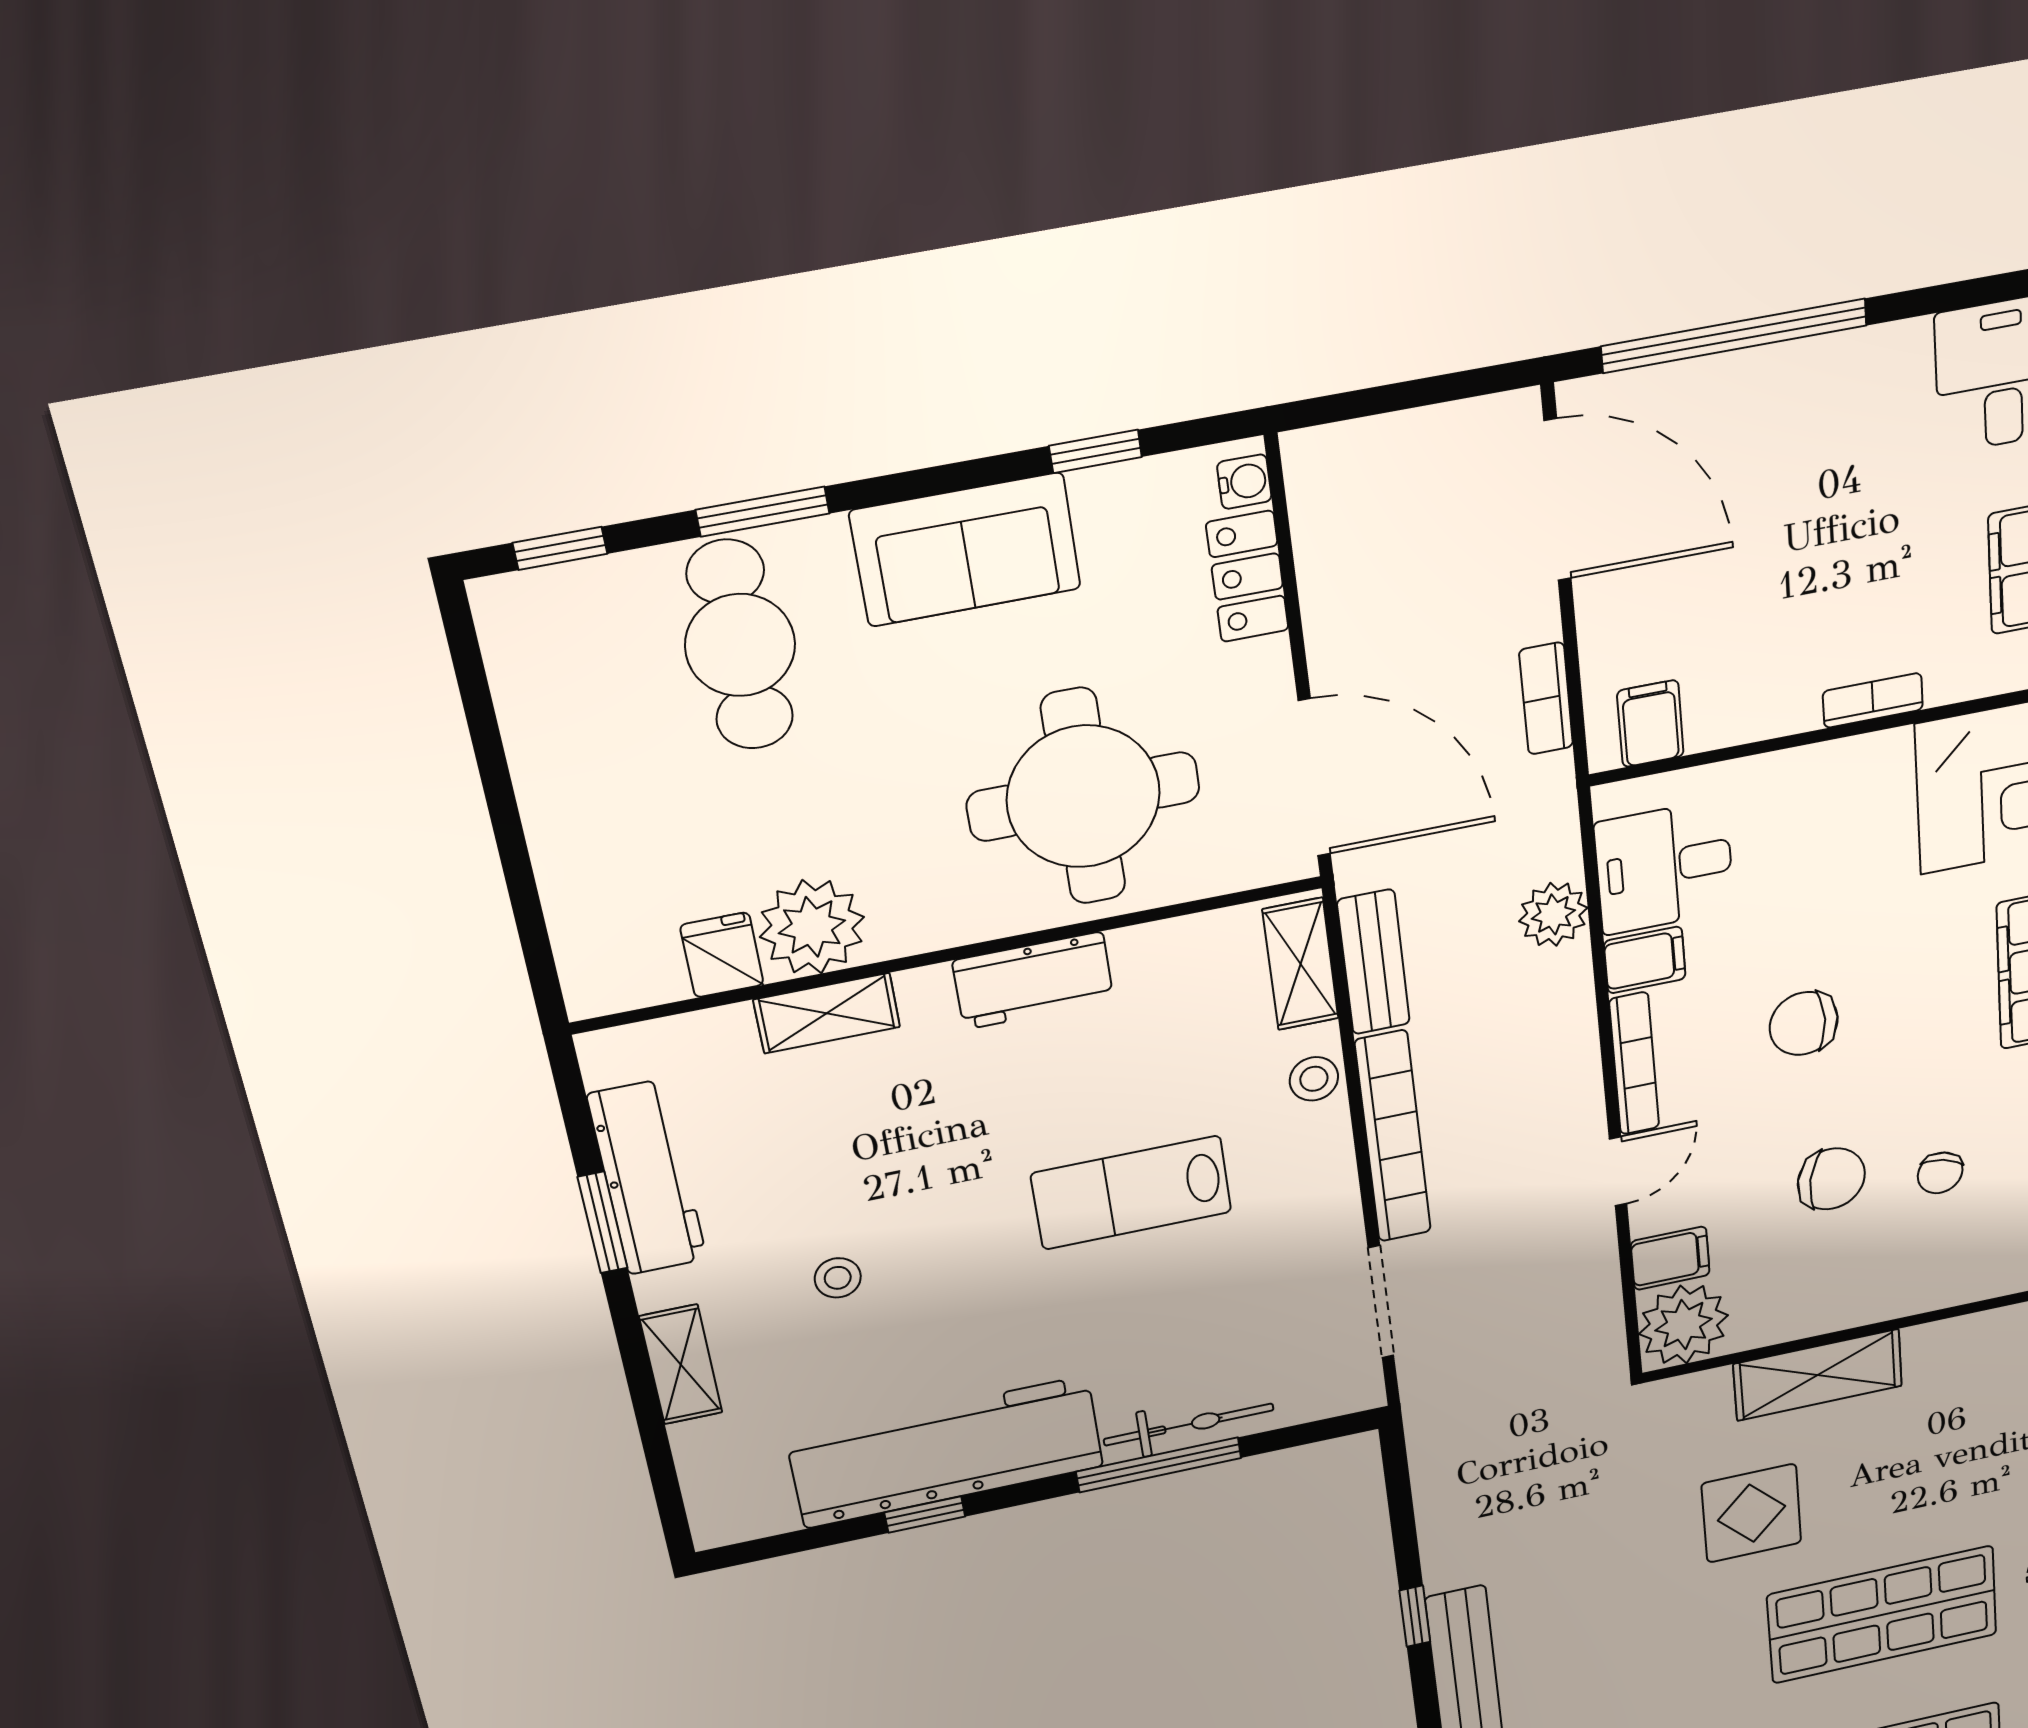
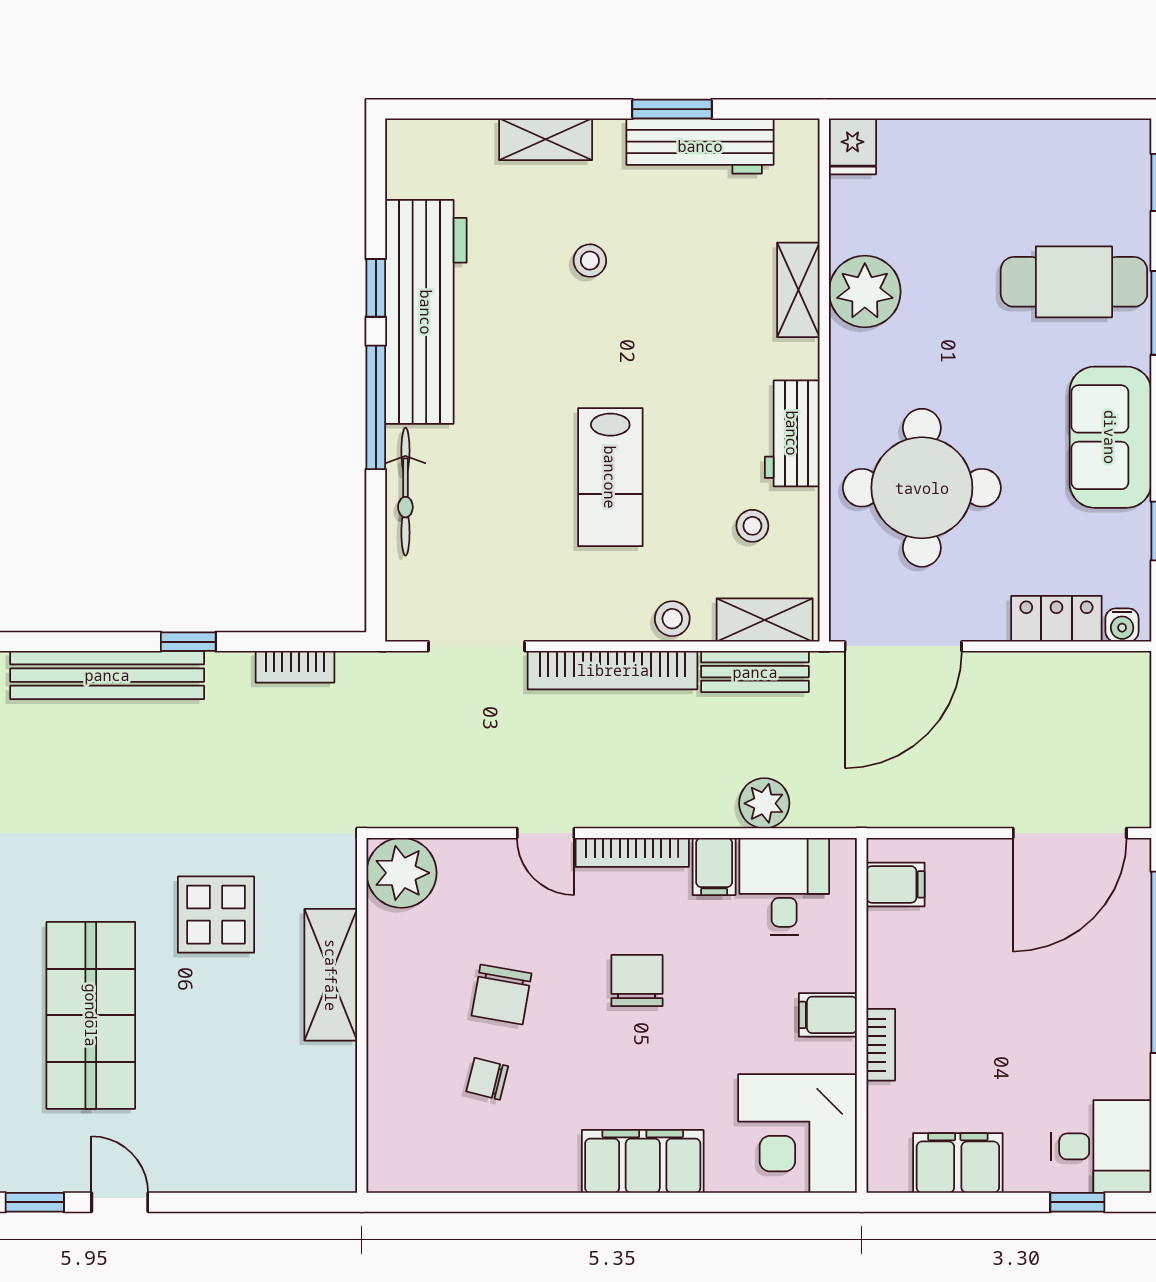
bookcase: (1546, 698) -> (295, 667), moved, turned 180
fridge: (722, 955) -> (852, 146), moved, turned 90
stool: (1171, 1005) -> (752, 526), added
lab bench: (1131, 1193) -> (610, 477), turned 180
filing cabinet: (1670, 1258) -> (828, 1015), moved, turned 90
window: (1159, 1465) -> (376, 407), moved

